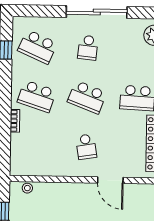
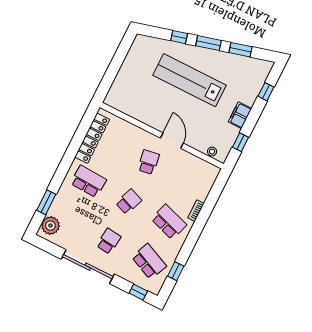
window: (33, 11) -> (138, 292), added
school desk: (87, 97) -> (129, 202), width x0.54
door: (110, 180) -> (172, 141), moved

